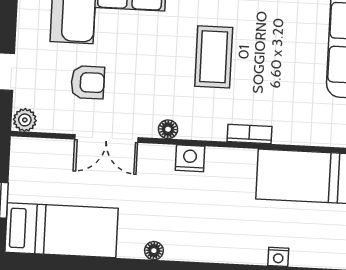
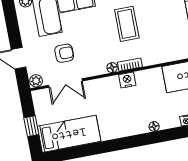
bookcase: (249, 134) -> (130, 65), moved
double door: (106, 138) -> (65, 83), moved
floor lamp: (154, 251) -> (154, 126), moved

